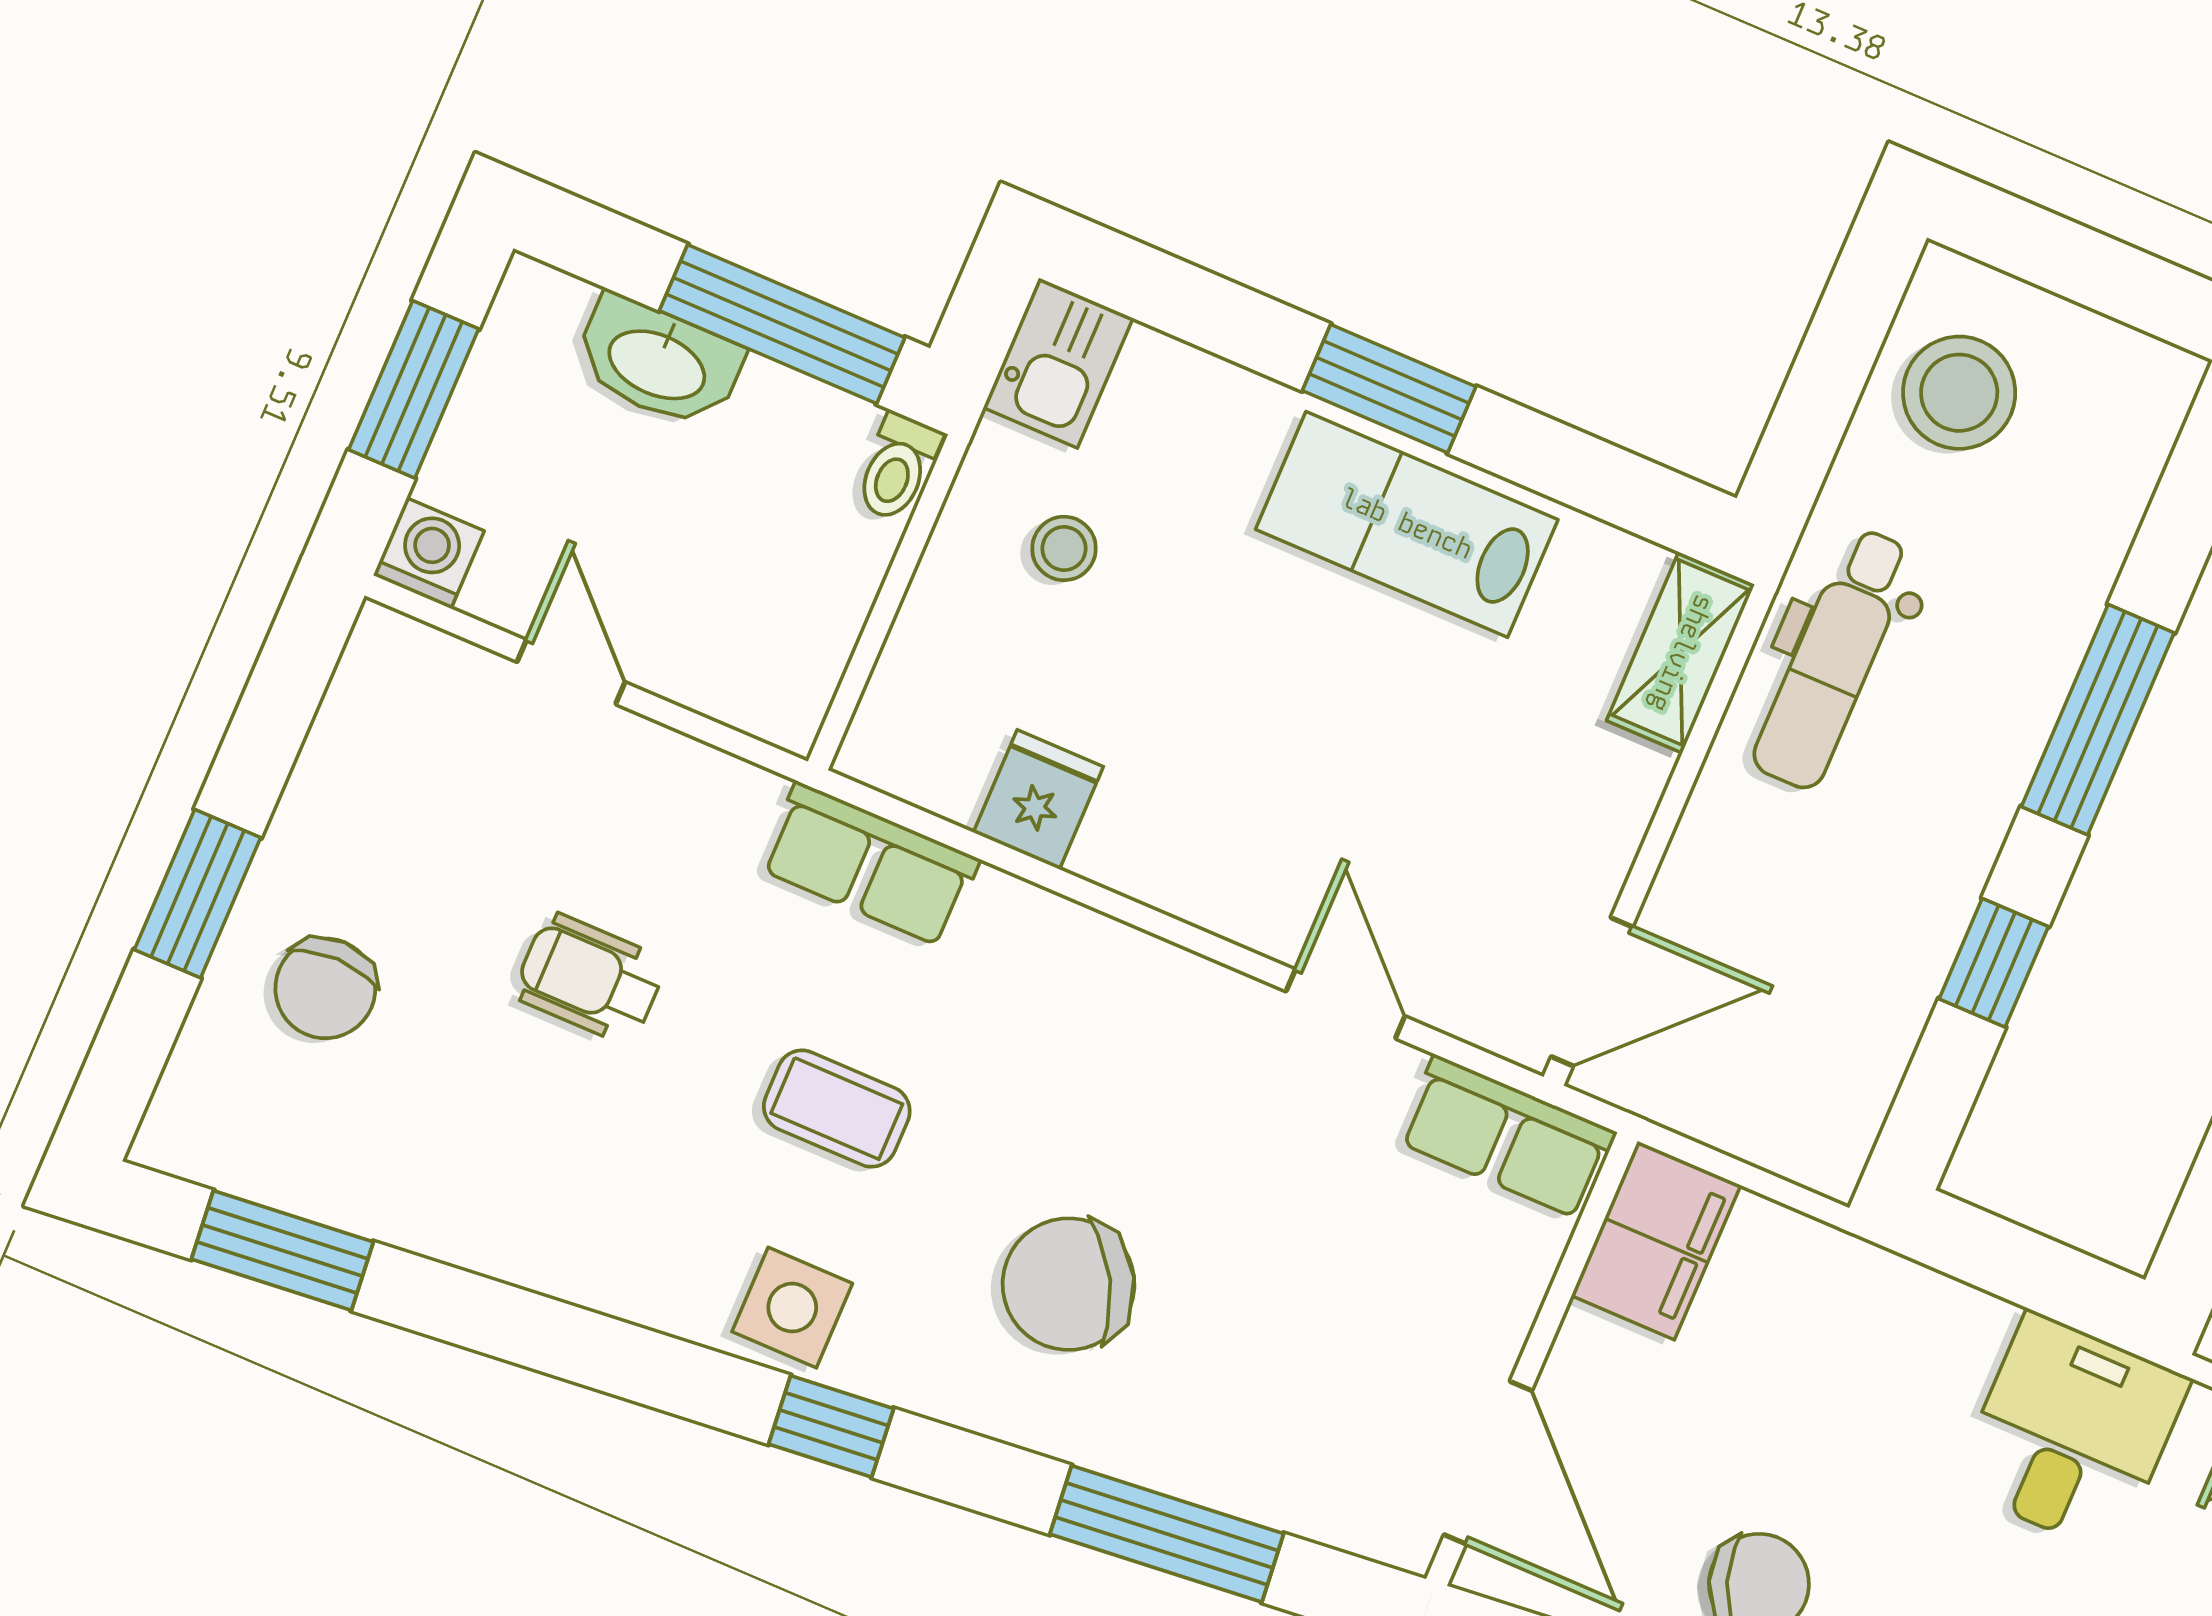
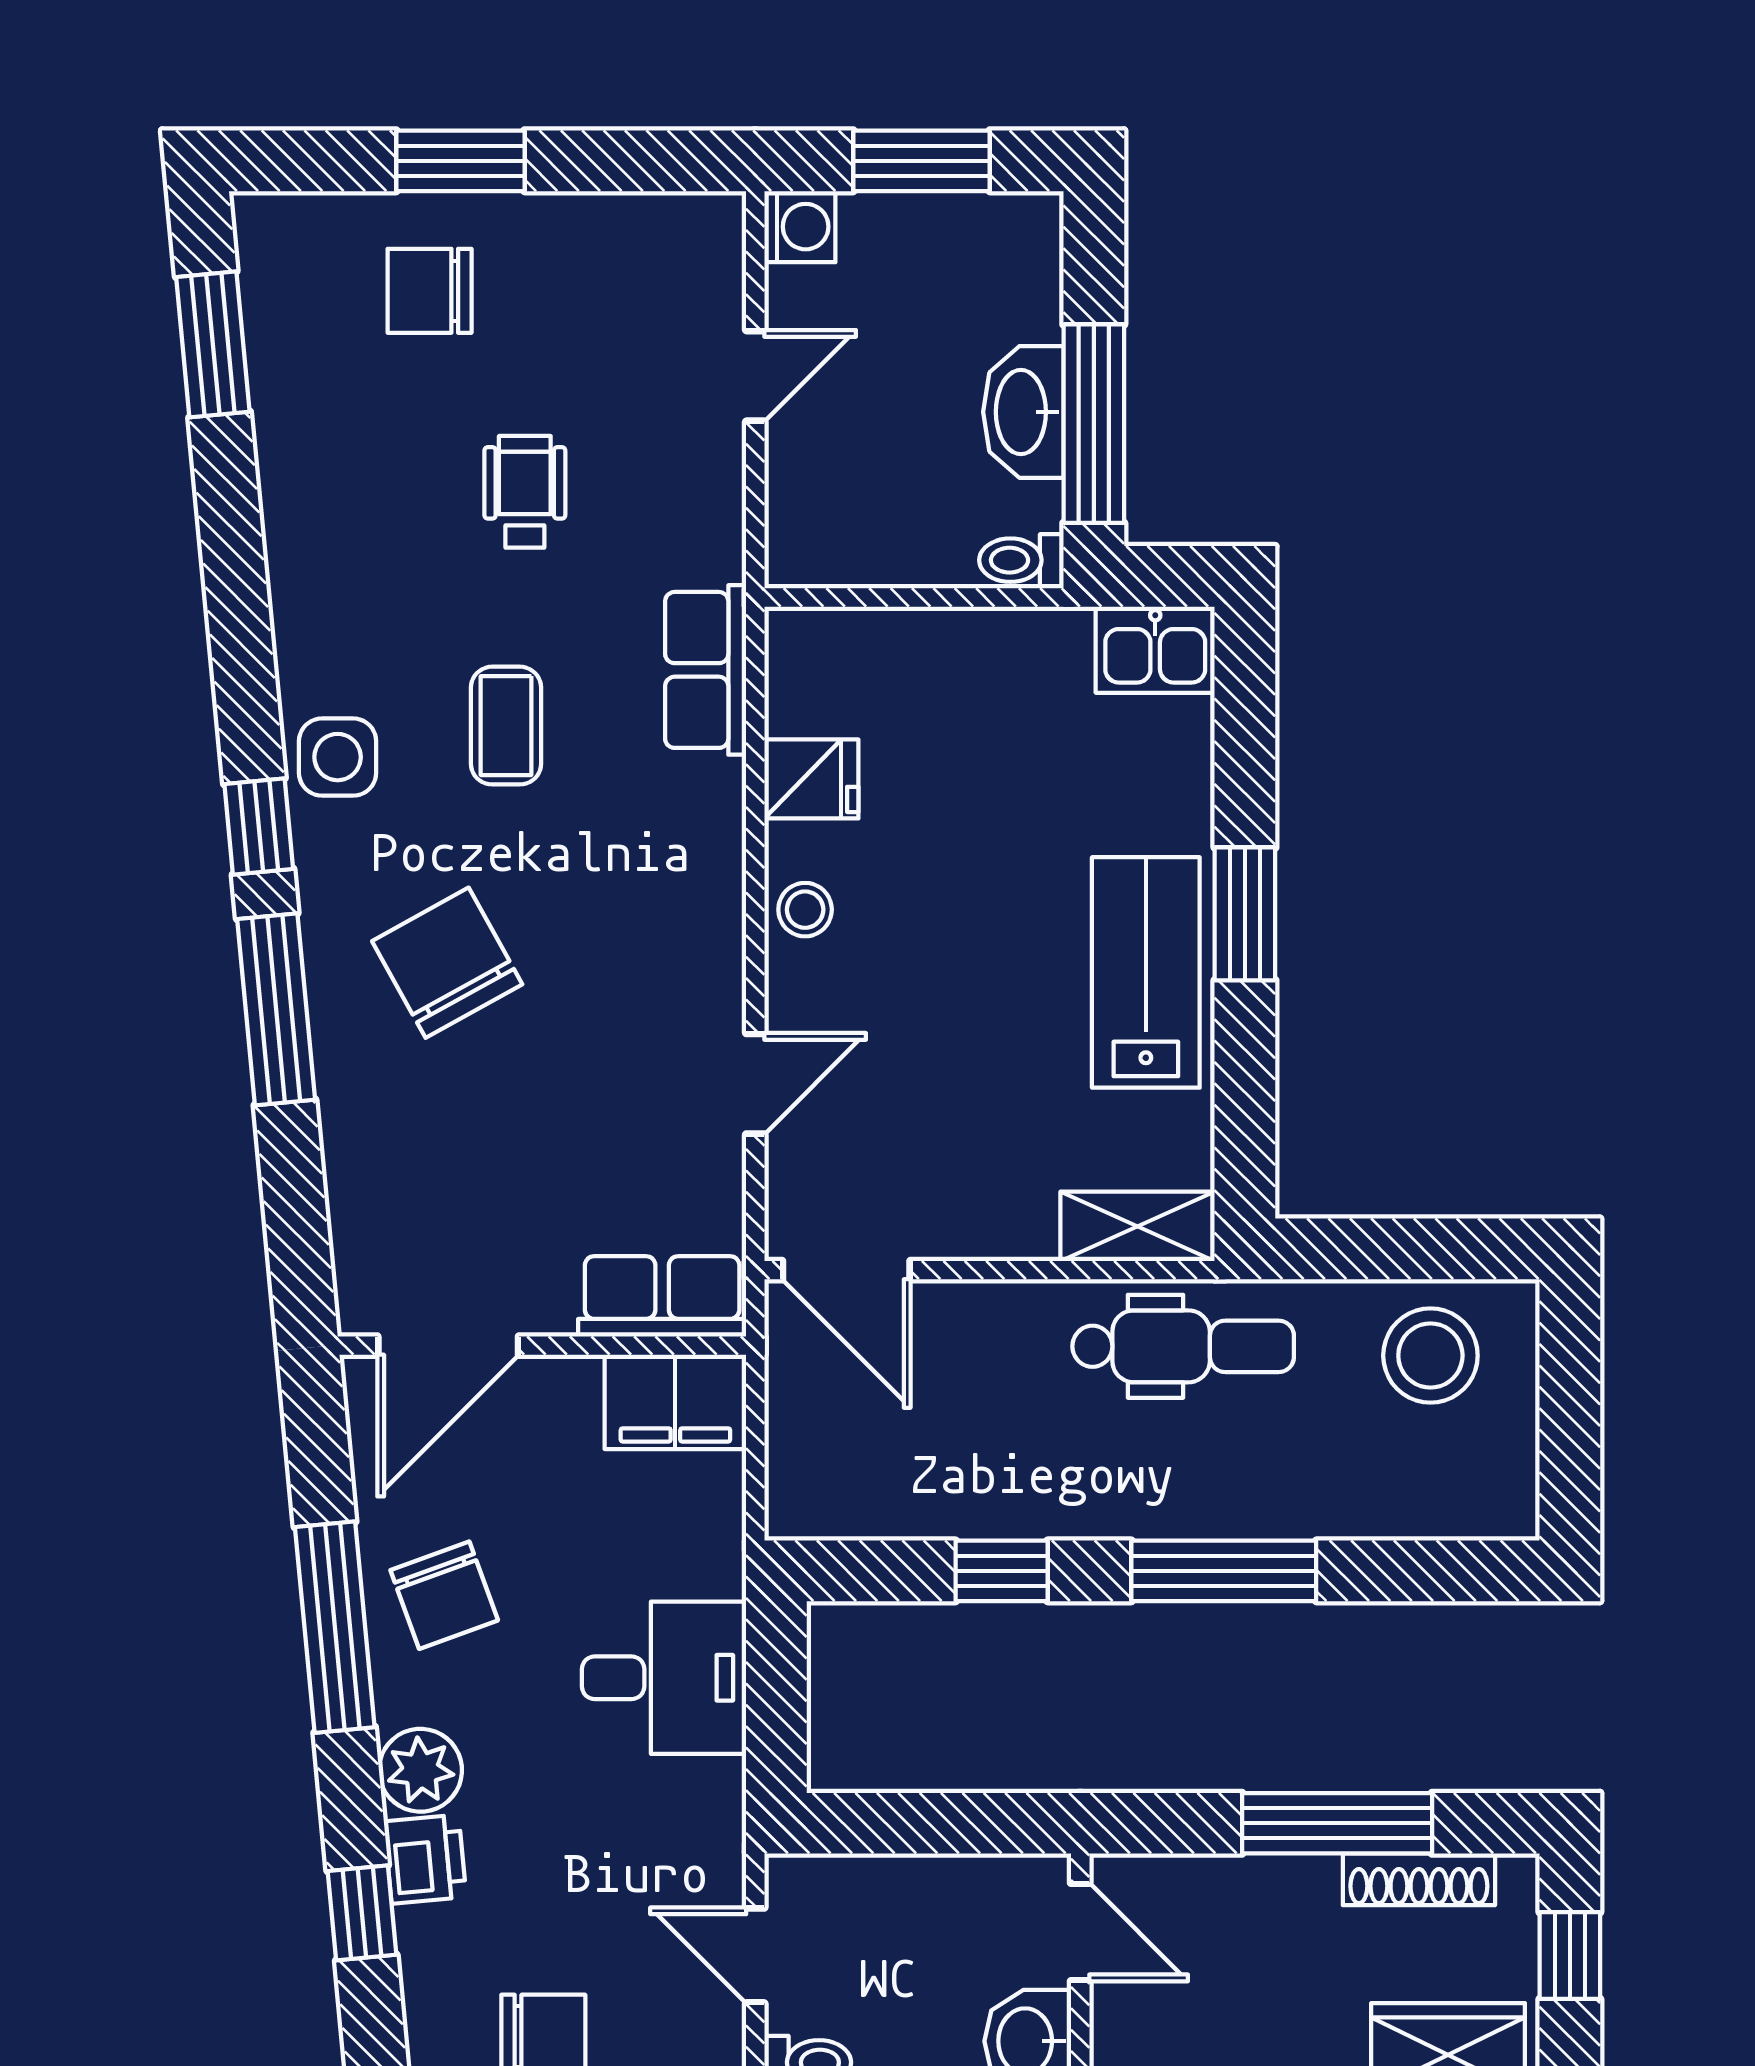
washbasin: (658, 362) -> (1023, 412), moved
stool: (1064, 548) -> (805, 910), moved
dental chair: (1833, 659) -> (1183, 1346), turned 180
row of seats: (1507, 1137) -> (662, 1296), moved, turned 90
desk: (2071, 1433) -> (664, 1678), moved
window: (1167, 1534) -> (276, 1009), moved

